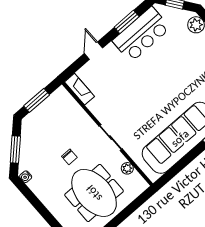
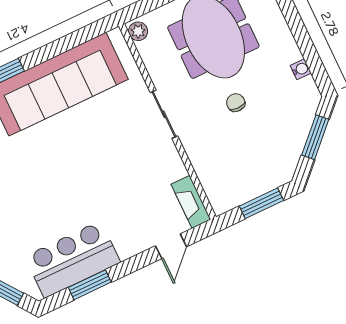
door: (94, 51) -> (171, 246), moved
plant: (127, 168) -> (138, 31), moved
water cooler: (26, 177) -> (301, 69), moved

